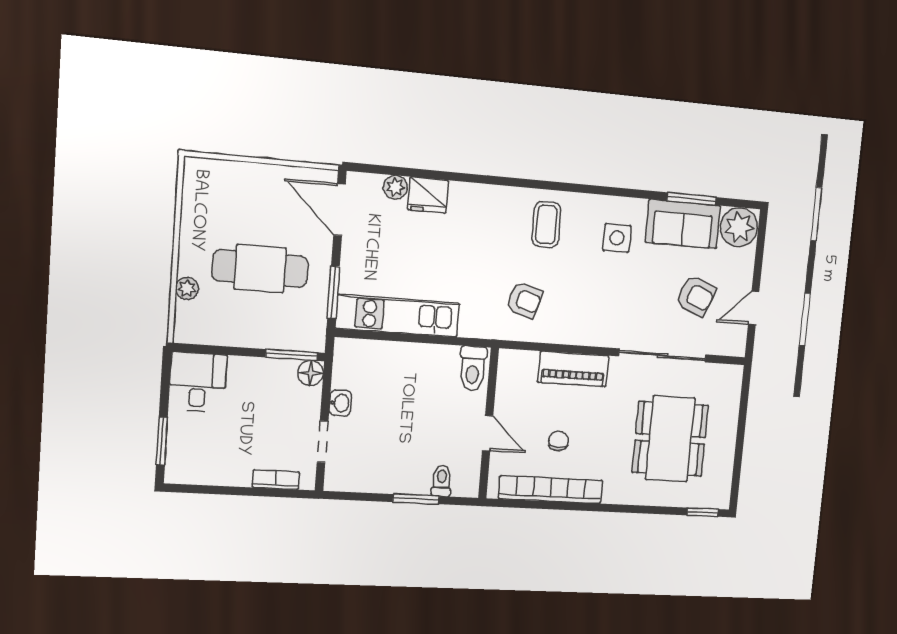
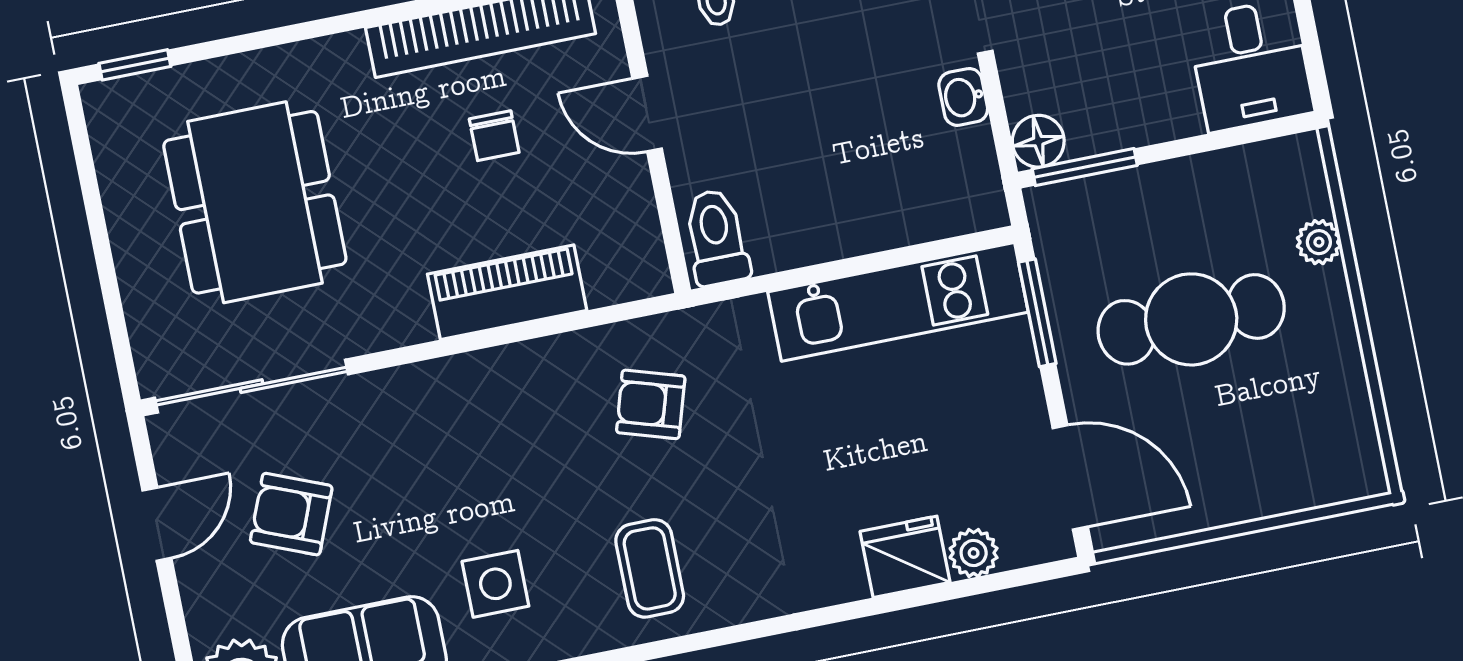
sliding door: (662, 355) -> (251, 386), moved

